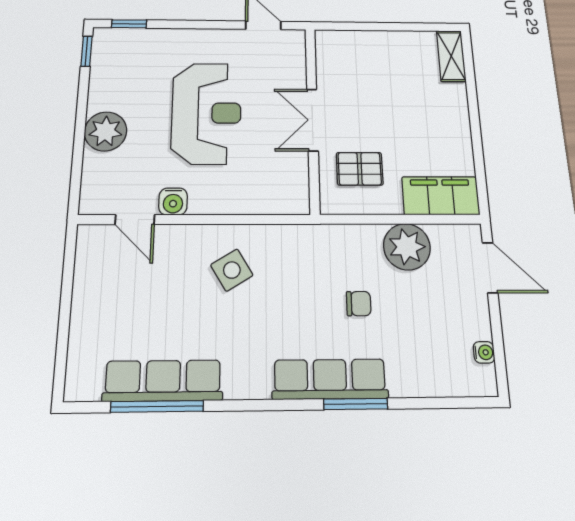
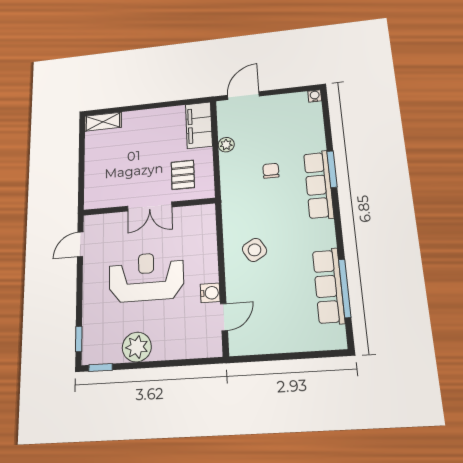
plant: (106, 131) -> (137, 347), moved
plant: (407, 247) -> (226, 145), width x0.53, depth x0.53
water cooler: (484, 352) -> (315, 96), moved

